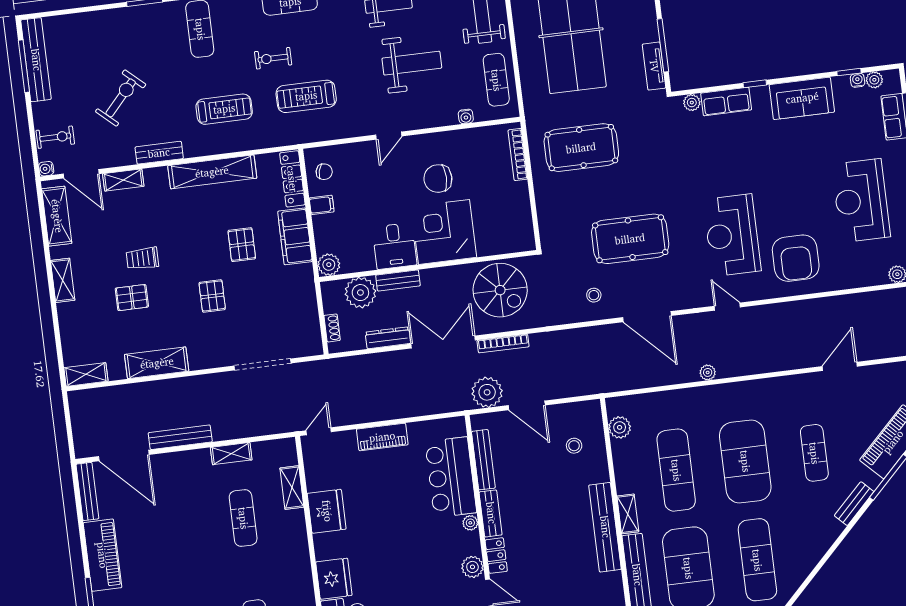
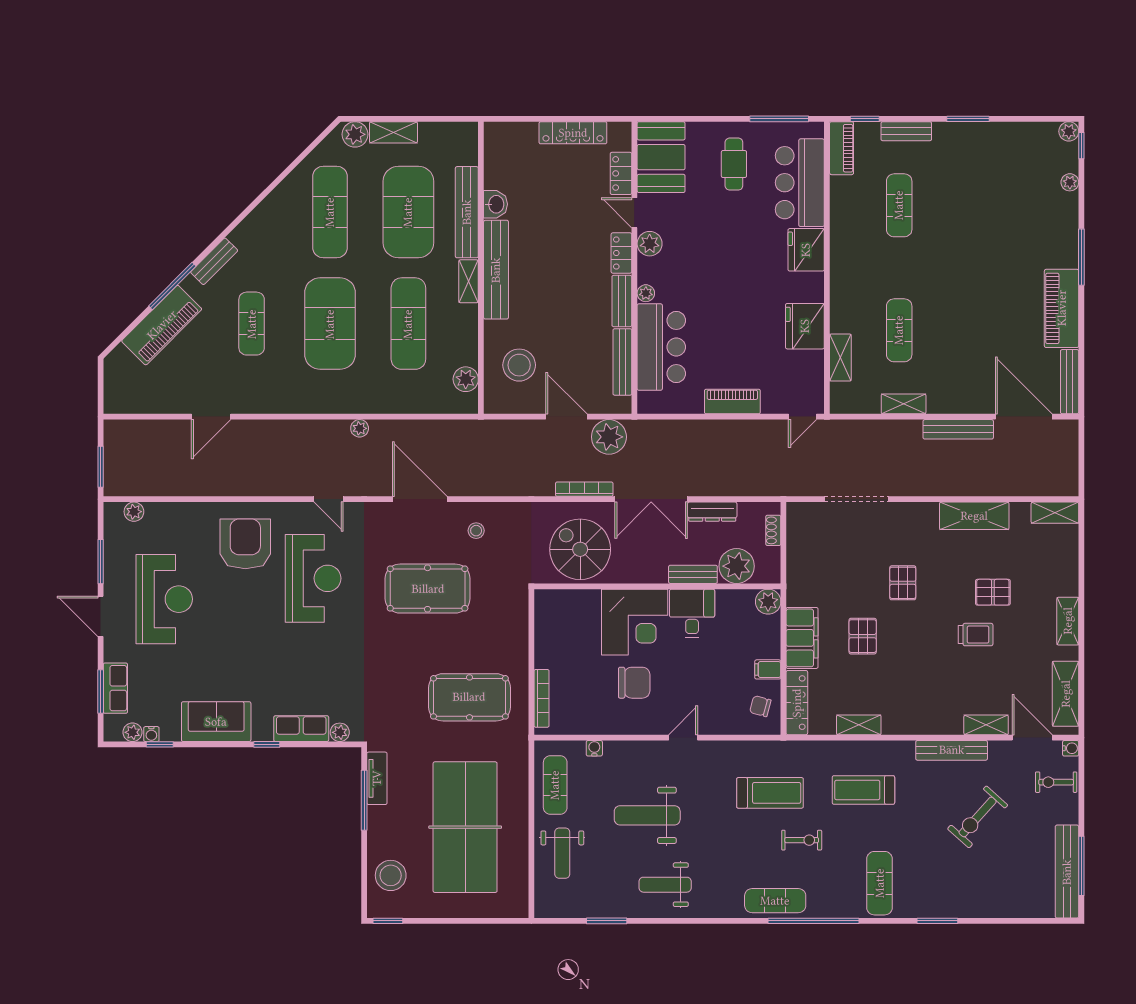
bench: (159, 153) -> (952, 750), width x1.36
shelving: (212, 172) -> (859, 725), width x0.45, depth x0.75
stool: (574, 446) -> (519, 365), width x1.89, depth x1.89
washbasin: (612, 585) -> (496, 204), added

